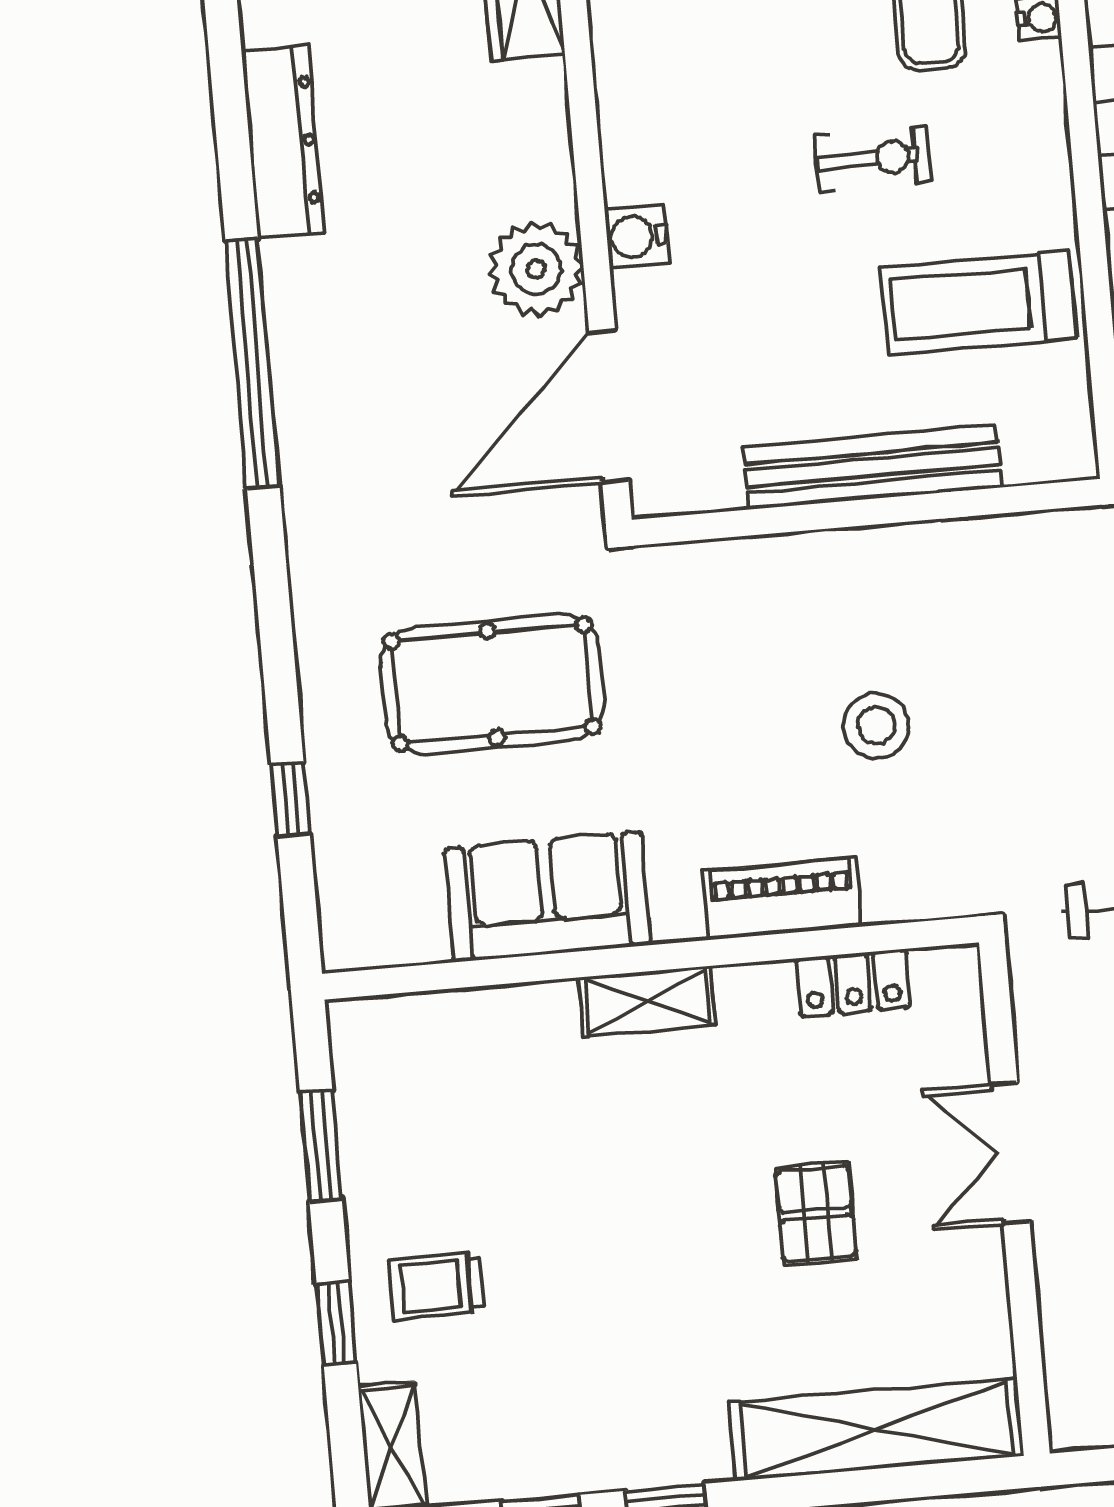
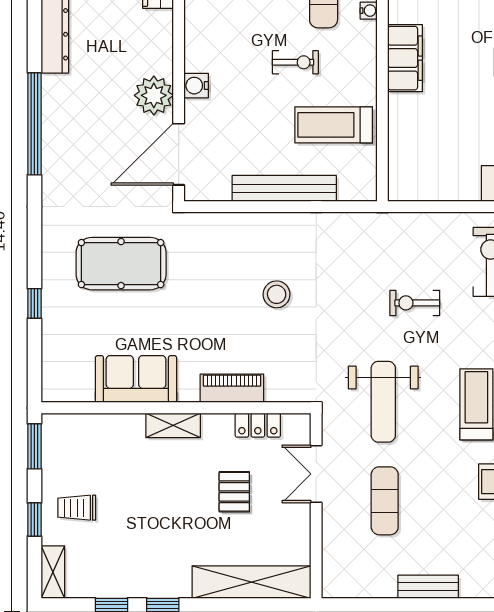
sofa: (547, 897) -> (136, 379), moved
piano: (782, 899) -> (232, 388), moved
wall: (651, 958) -> (176, 408), moved
locker: (853, 983) -> (258, 425), moved
shelving: (647, 1001) -> (173, 425), moved

